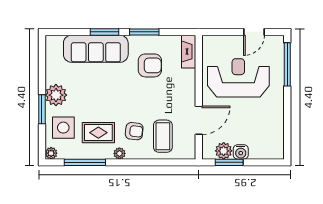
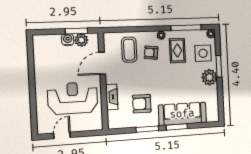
fireplace: (189, 52) -> (112, 97), moved
window: (287, 64) -> (33, 111), removed
reception desk: (238, 78) -> (73, 98), turned 180
rug: (98, 133) -> (177, 51), turned 90

